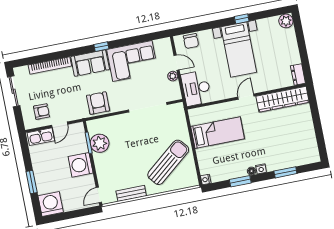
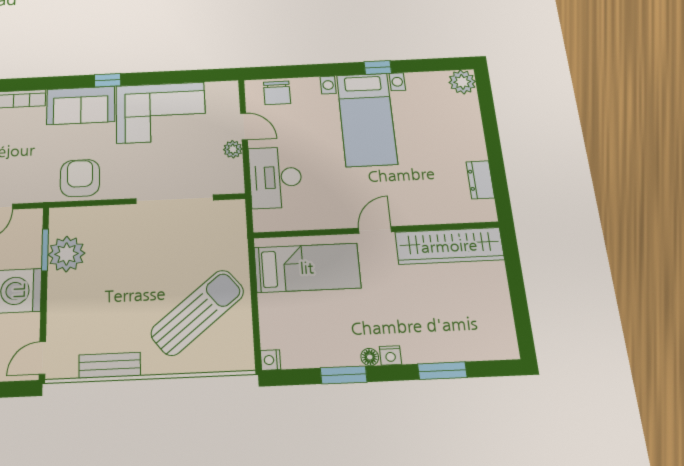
wall: (246, 96) -> (376, 230), moved
door: (246, 97) -> (375, 230), moved
wardrobe: (283, 99) -> (449, 246), moved

